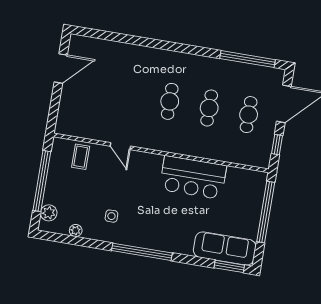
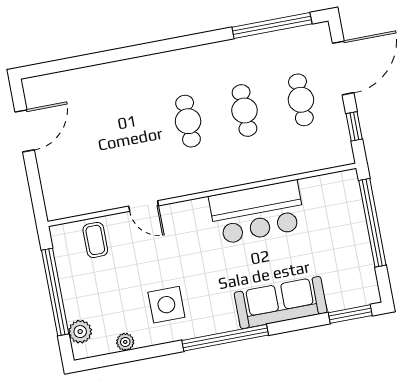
side table: (111, 216) -> (166, 305), width x1.87, depth x1.87
sofa: (225, 249) -> (281, 303), moved

